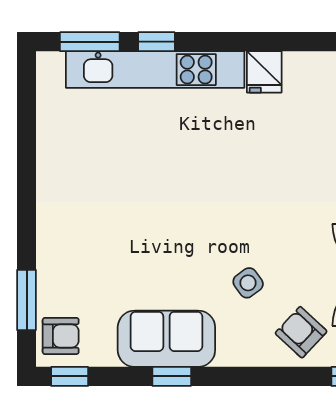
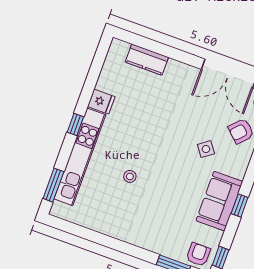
window: (156, 42) -> (75, 125), moved
stool: (153, 169) -> (130, 176), added

